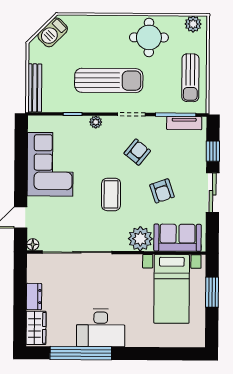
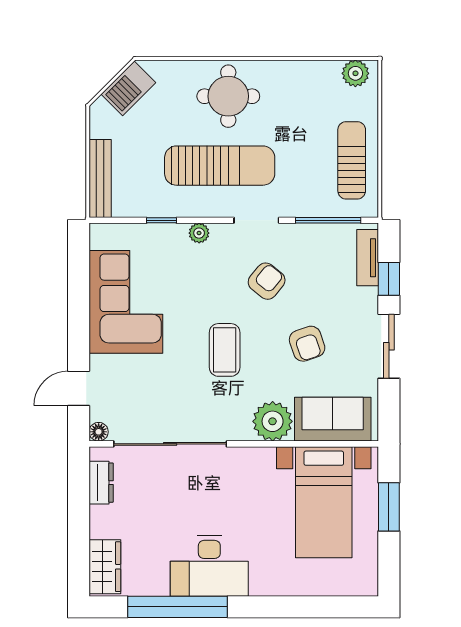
round table: (149, 37) -> (228, 96), moved
sun lounger: (190, 78) -> (352, 160), turned 180
tv unit: (184, 123) -> (368, 258), moved, turned 90
dresser: (34, 297) -> (101, 483), moved

